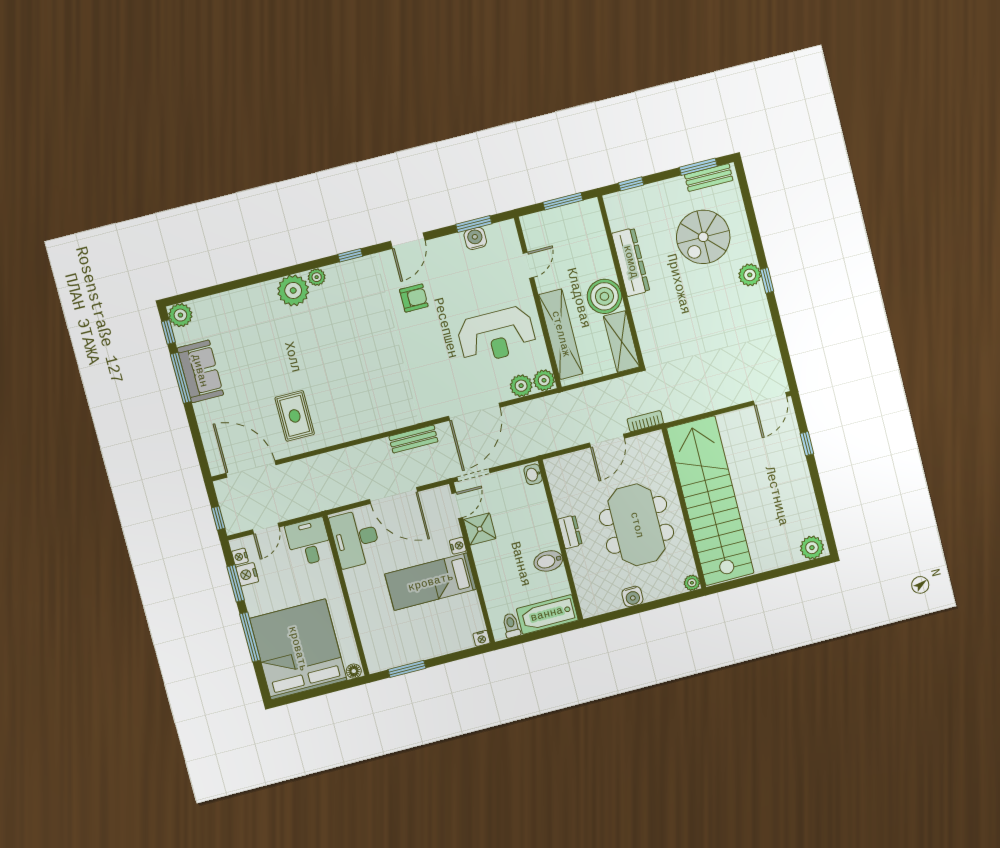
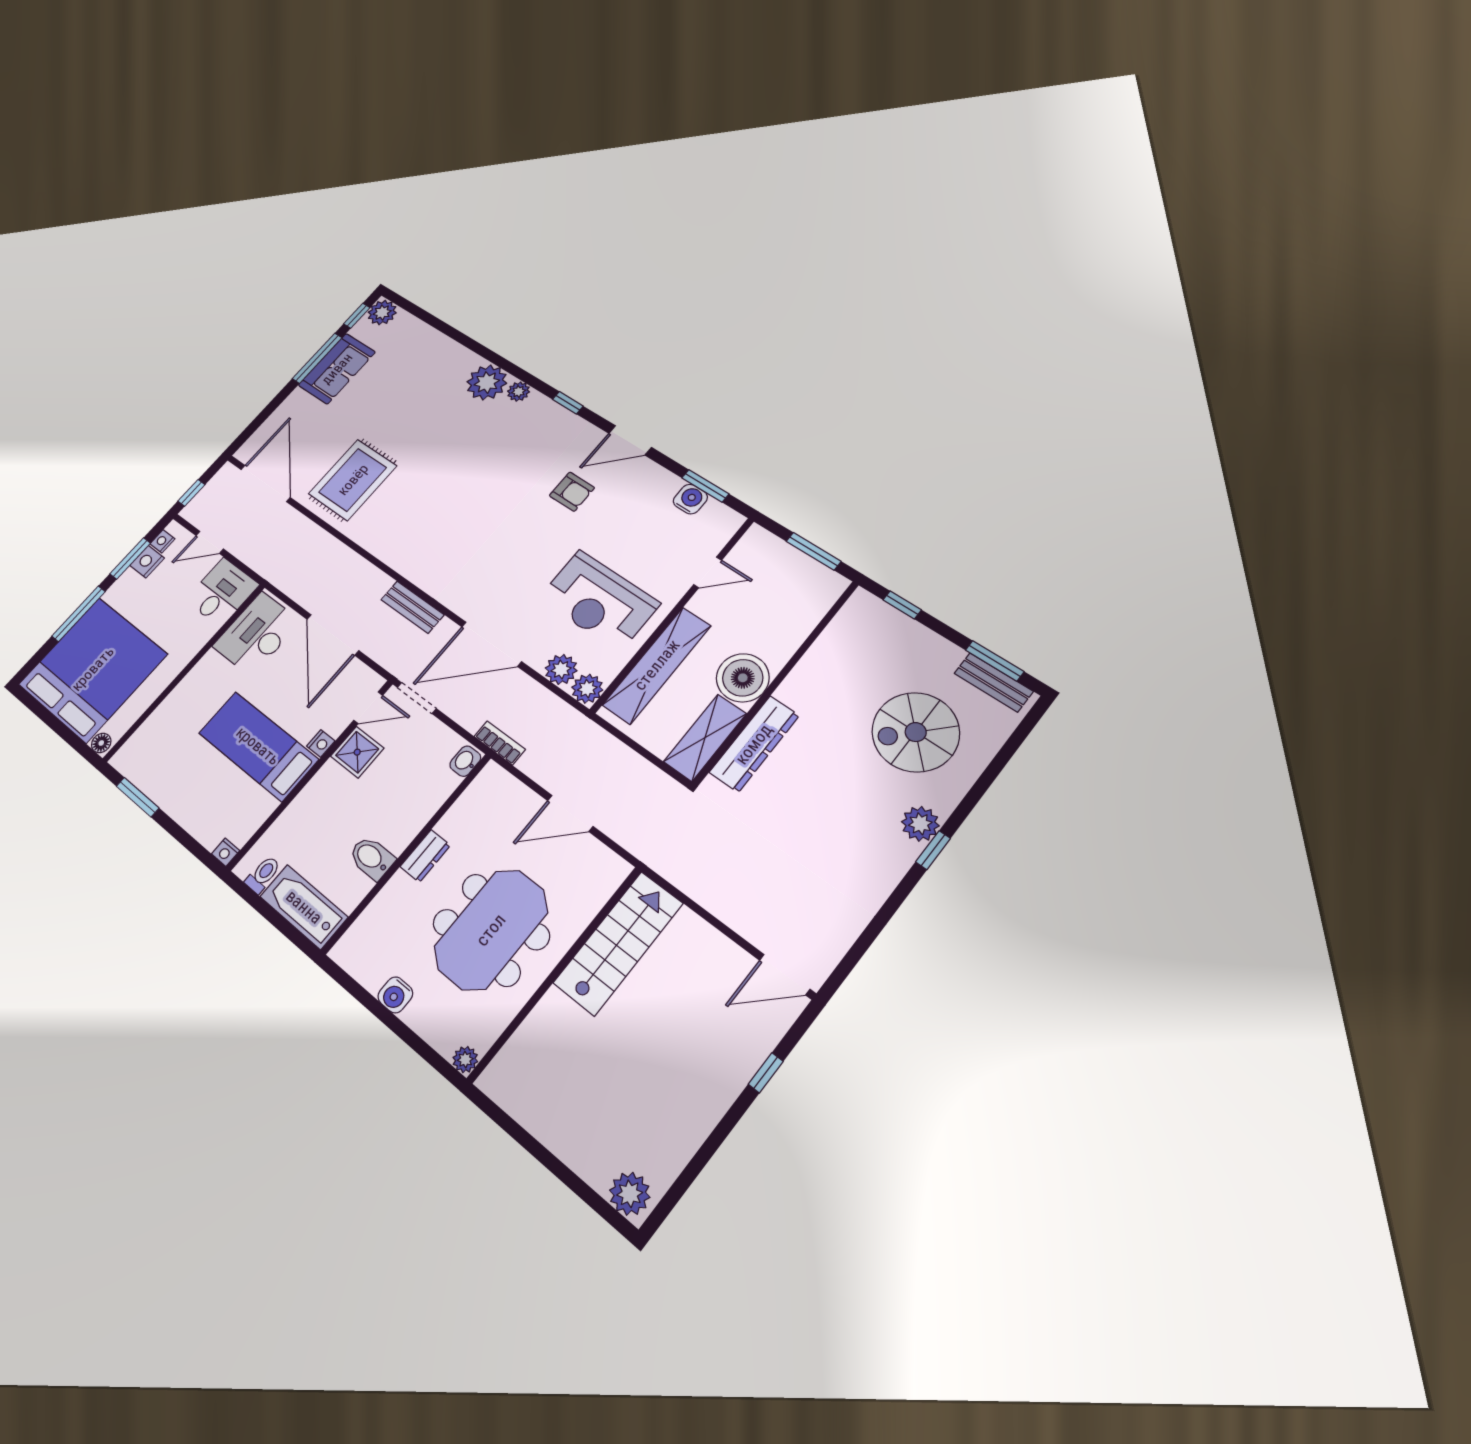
dresser: (631, 262) -> (754, 744), moved
rug: (295, 416) -> (353, 480), width x1.36, depth x1.43
bookcase: (645, 421) -> (500, 743), moved
stairs: (710, 501) -> (618, 943), width x0.54, depth x0.66

